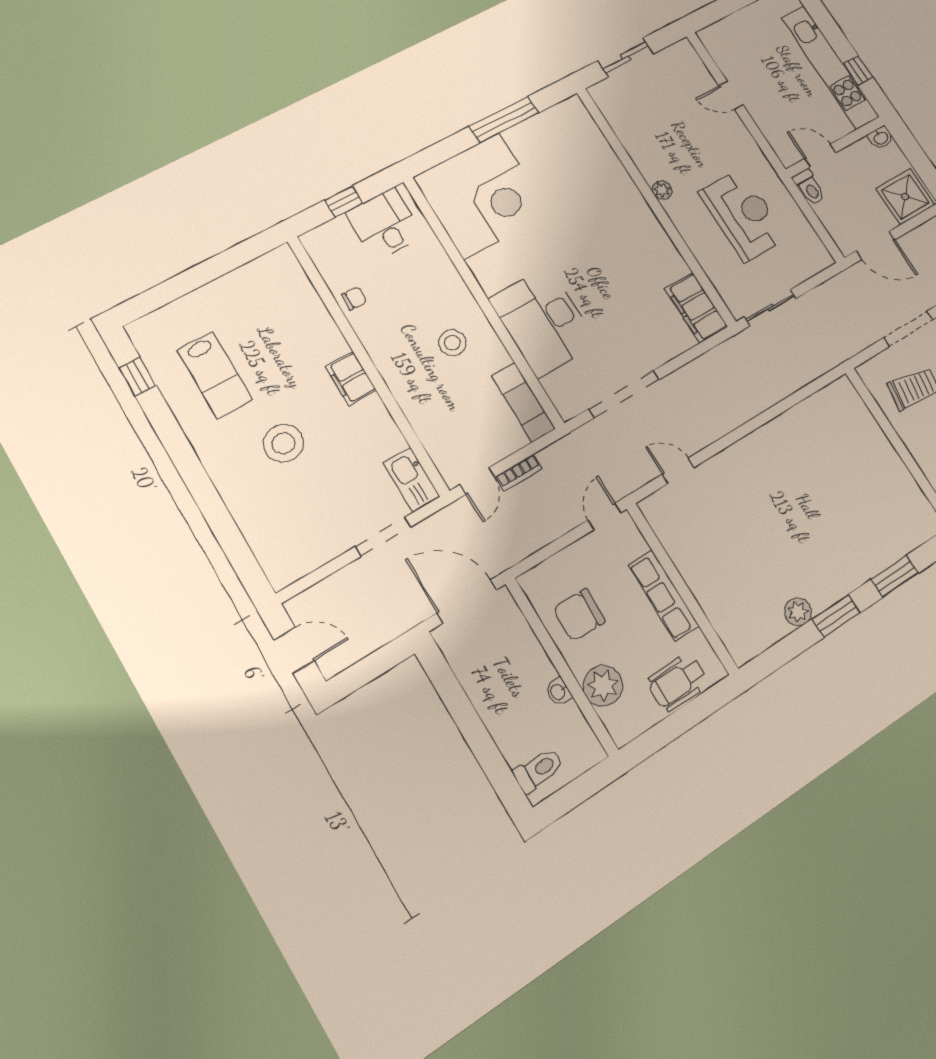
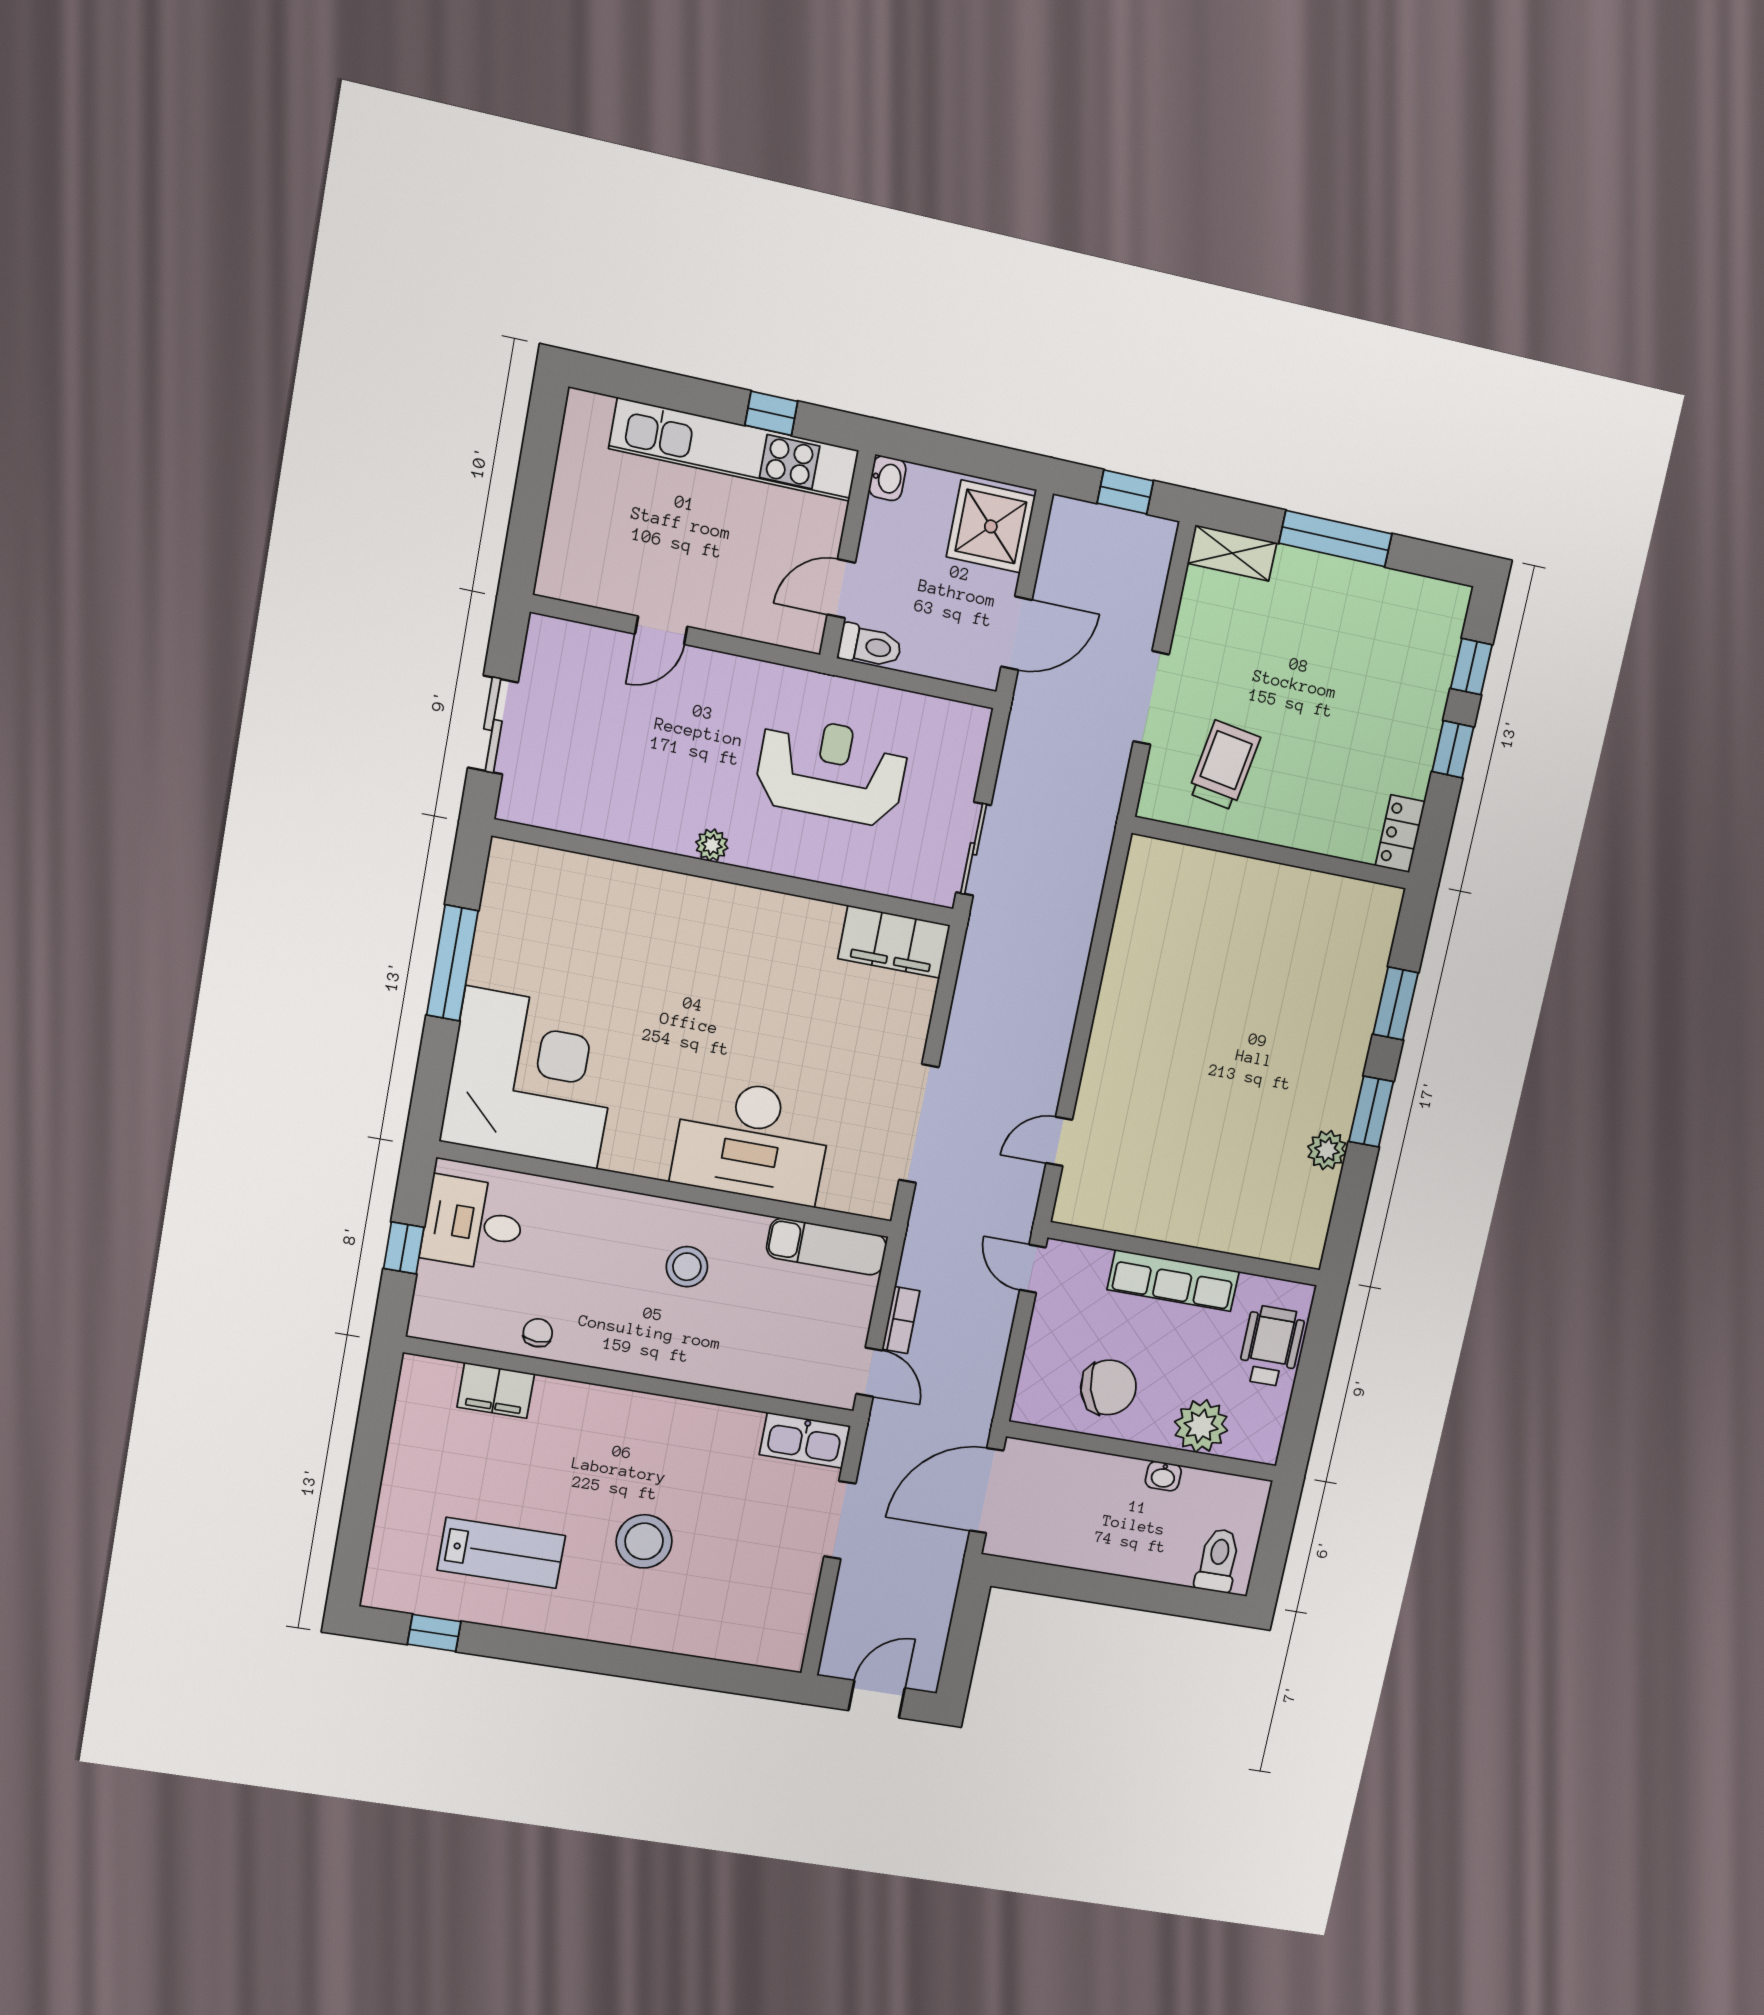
filing cabinet: (351, 378) -> (496, 1390), moved
chair: (579, 615) -> (1108, 1387), turned -109
wheelchair: (678, 682) -> (1271, 1346), turned 180

